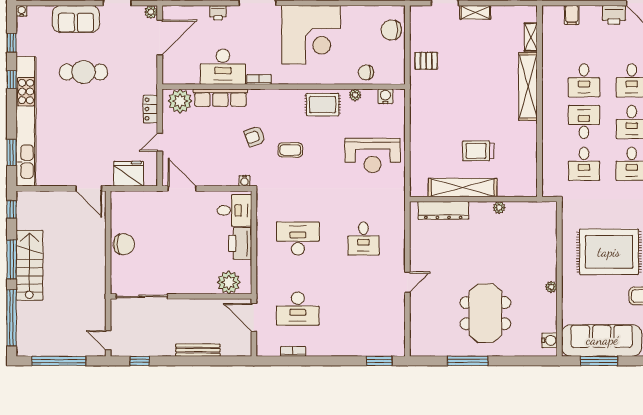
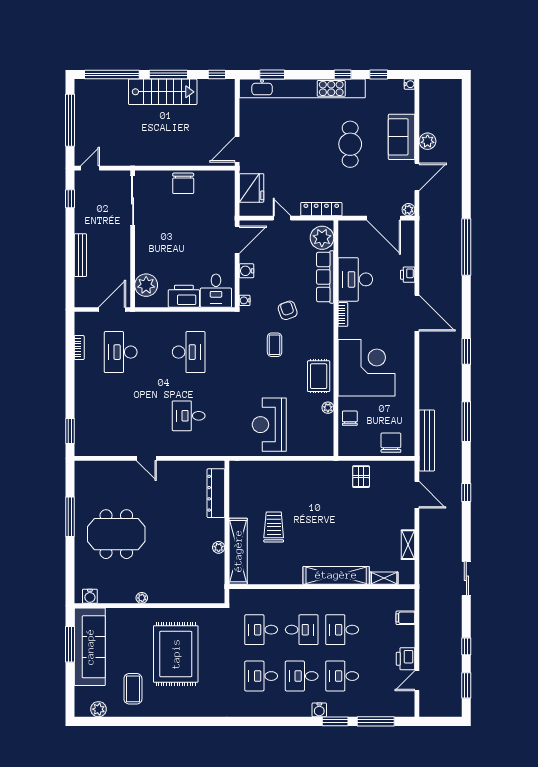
shelving: (475, 12) -> (408, 545), moved
corner desk: (311, 35) -> (367, 368), moved, turned 180
water cooler: (385, 96) -> (246, 271), moved, turned 180
locker: (150, 109) -> (321, 209), width x1.53
shelving: (463, 188) -> (238, 551), moved

